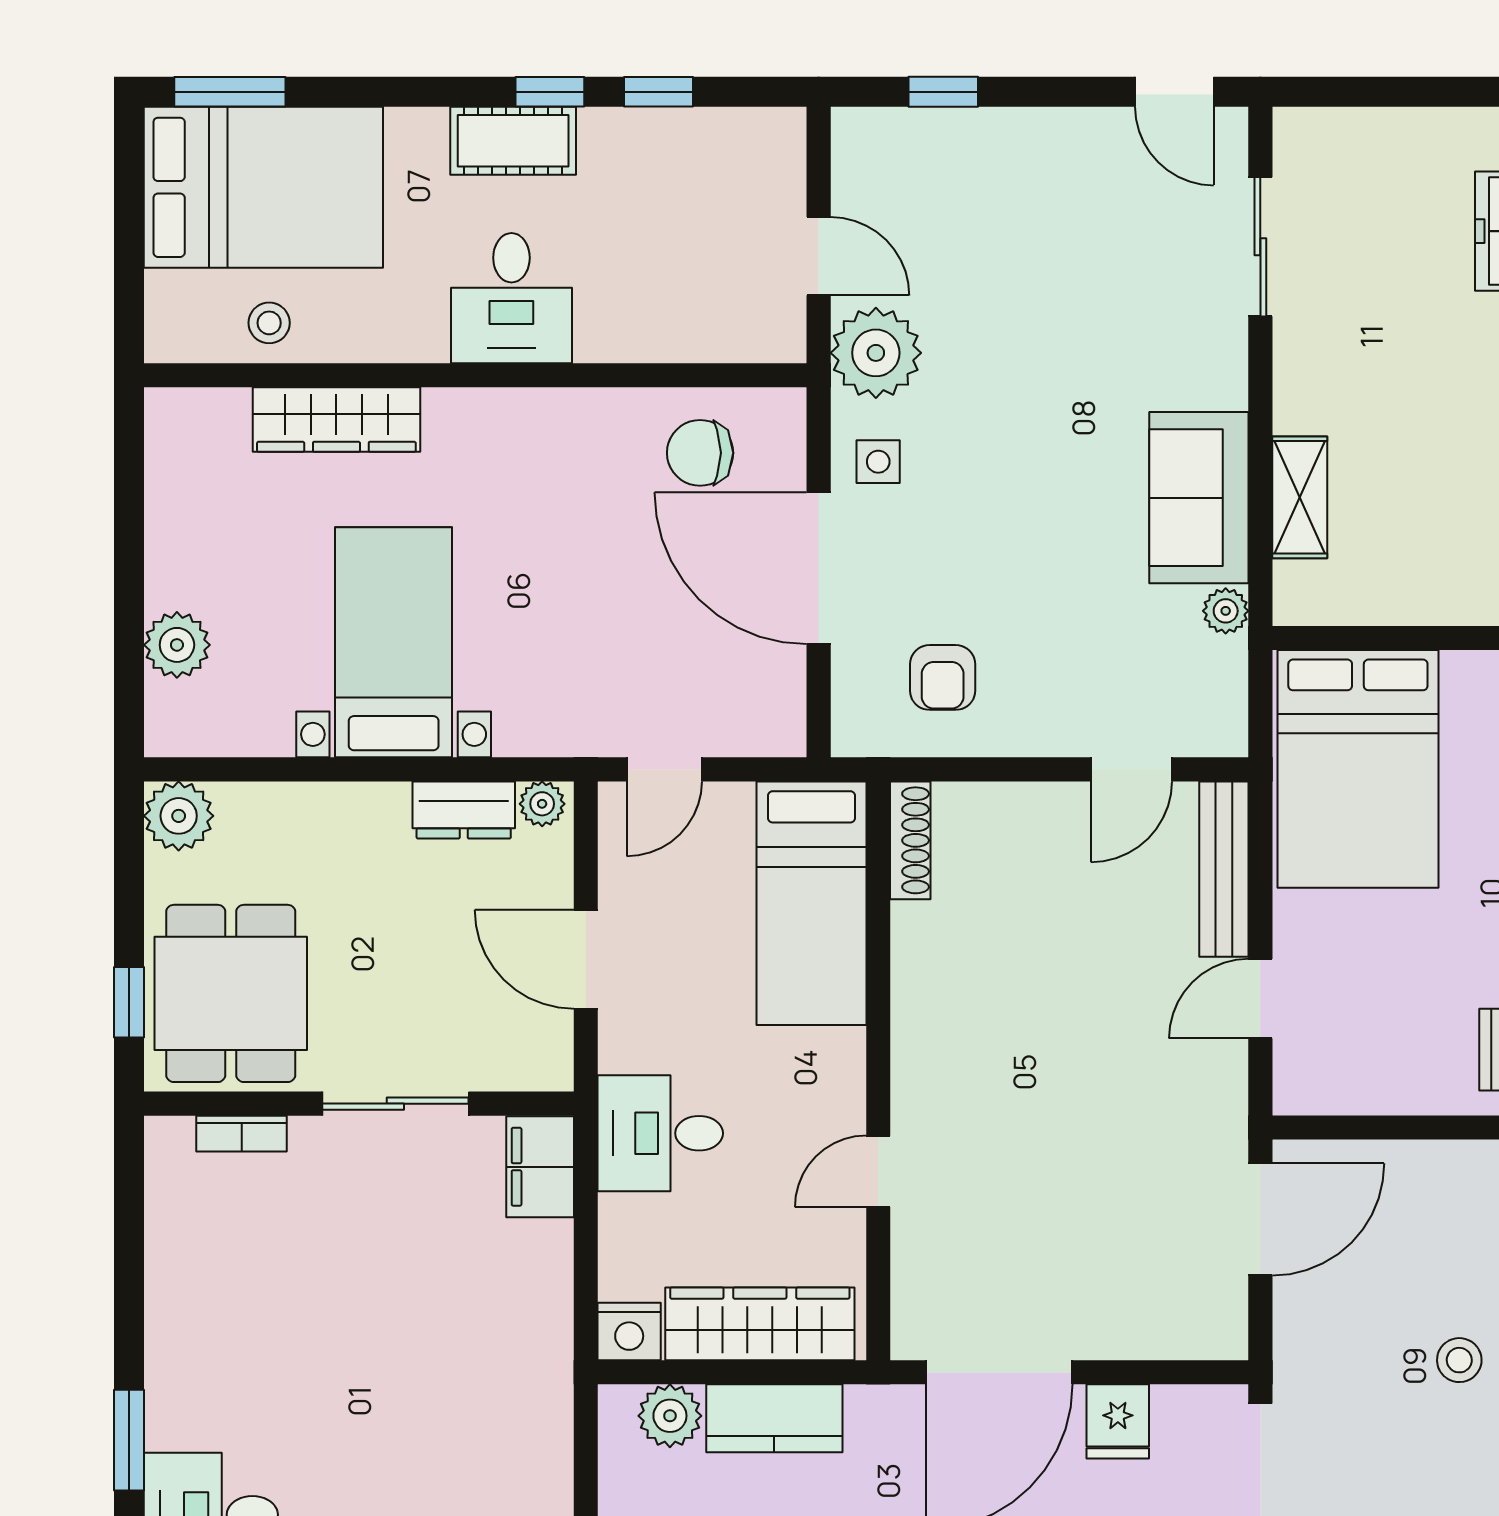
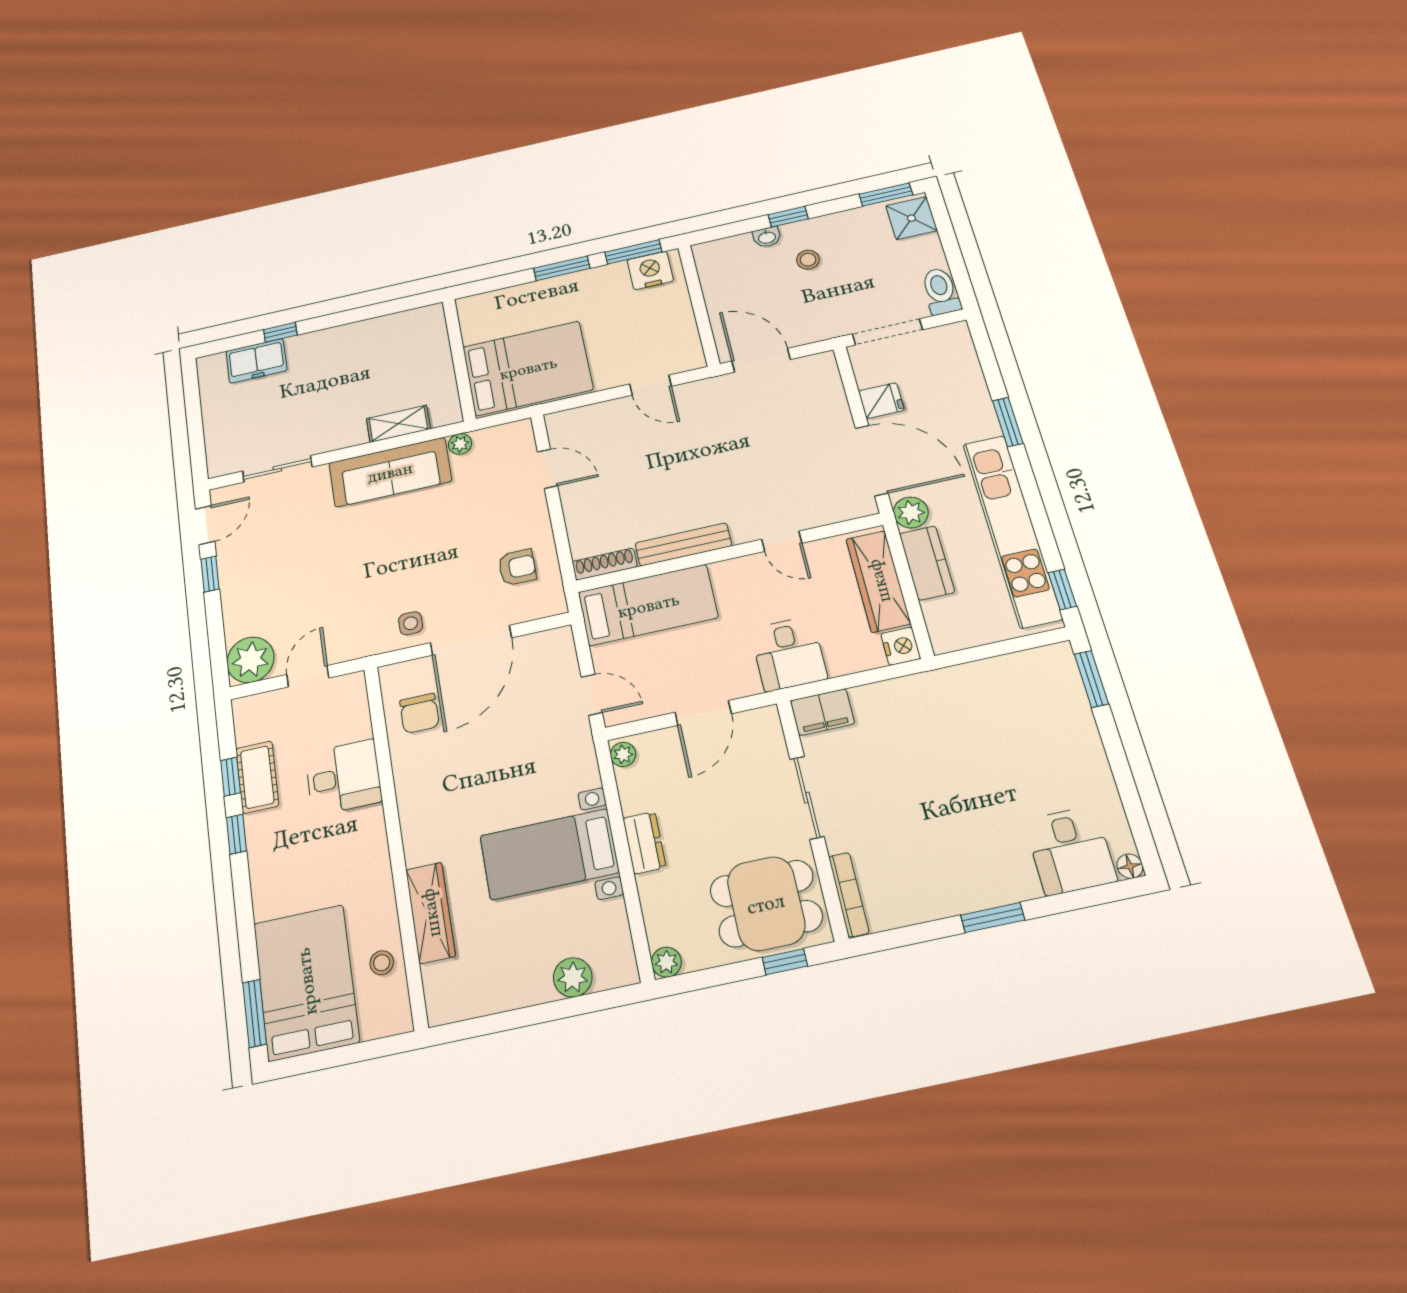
window: (943, 92) -> (210, 574), moved
cot: (513, 141) -> (257, 777), moved
desk: (511, 298) -> (343, 777), moved
plant: (876, 353) -> (250, 660), moved
sofa: (1199, 498) -> (390, 472), width x1.36
dresser: (464, 810) -> (644, 843), moved
plant: (179, 816) -> (666, 962), width x0.73, depth x0.73
bench: (1224, 869) -> (683, 544), moved
bookcase: (242, 1134) -> (849, 895), width x1.56
plant: (670, 1416) -> (911, 512), moved
window: (129, 1440) -> (993, 918), moved

